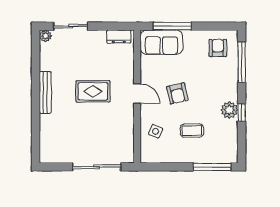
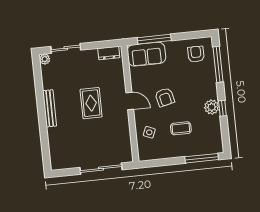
rug: (93, 91) -> (91, 103), turned 90

